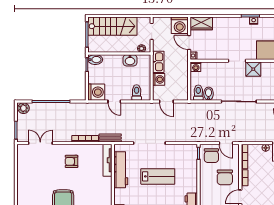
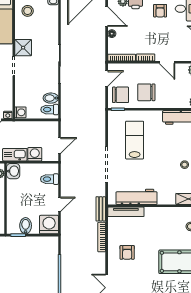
bidet: (95, 60) -> (26, 226), moved
washbasin: (130, 60) -> (13, 171), moved
lab bench: (158, 176) -> (135, 140), moved
chair: (225, 177) -> (146, 92), moved, turned 180

